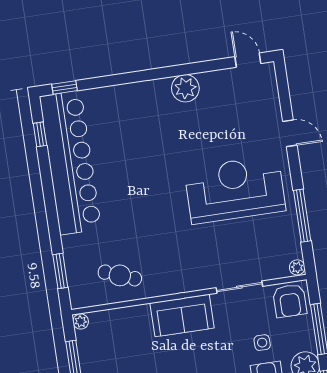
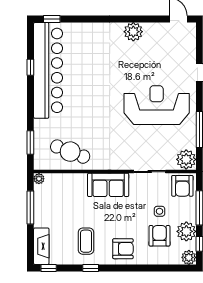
window: (40, 134) -> (30, 67), moved
plant: (297, 267) -> (186, 159), width x1.88, depth x1.88
cafe table: (120, 275) -> (70, 152), width x1.37, depth x1.35

